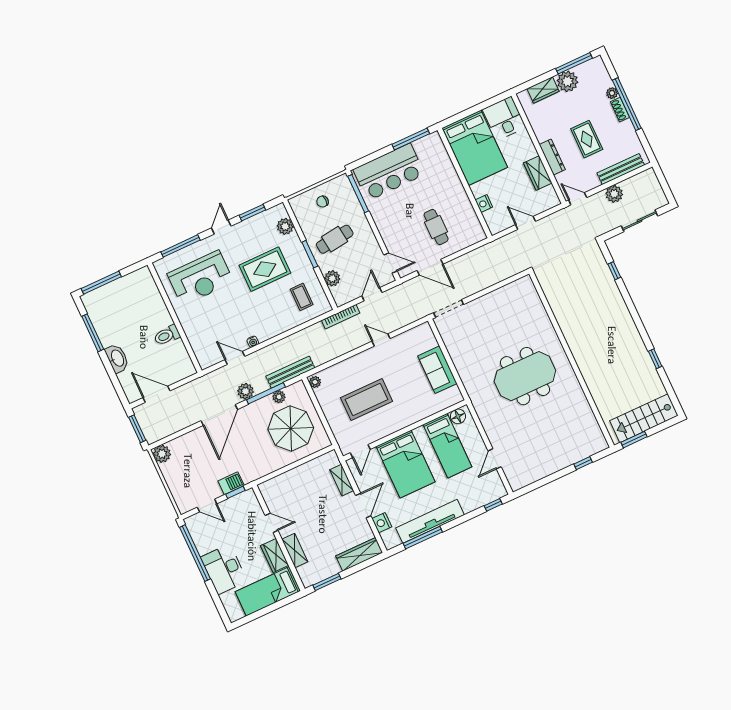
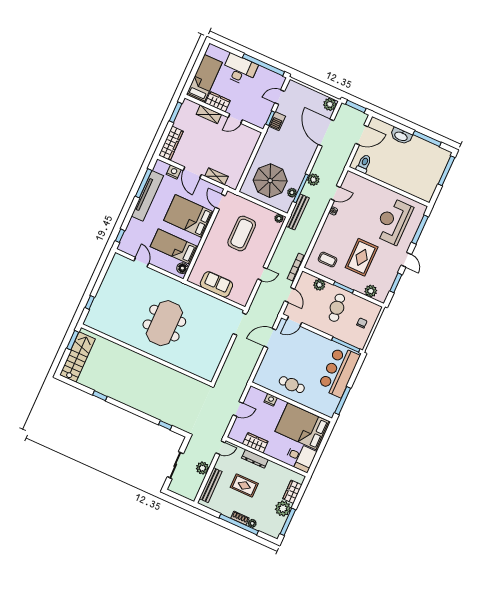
cafe table: (436, 227) -> (292, 385), moved
toilet: (167, 335) -> (364, 164), moved
door: (219, 415) -> (326, 133), moved

